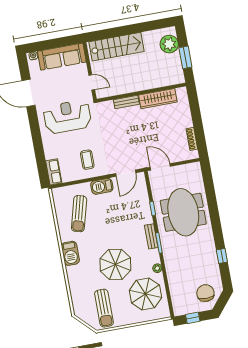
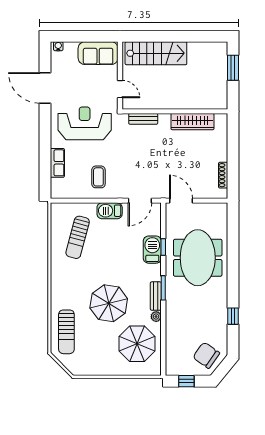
plant: (169, 44) -> (217, 61), removed
sofa: (62, 57) -> (98, 53), width x0.73
window: (185, 57) -> (233, 68), moved
bench: (126, 102) -> (143, 119), moved
row of seats: (54, 172) -> (57, 163), moved
bench: (151, 236) -> (156, 296), moved
barbecue: (70, 253) -> (152, 250), moved, turned 180
chair: (205, 293) -> (206, 355), turned -55
sun lounger: (104, 308) -> (66, 332), moved

